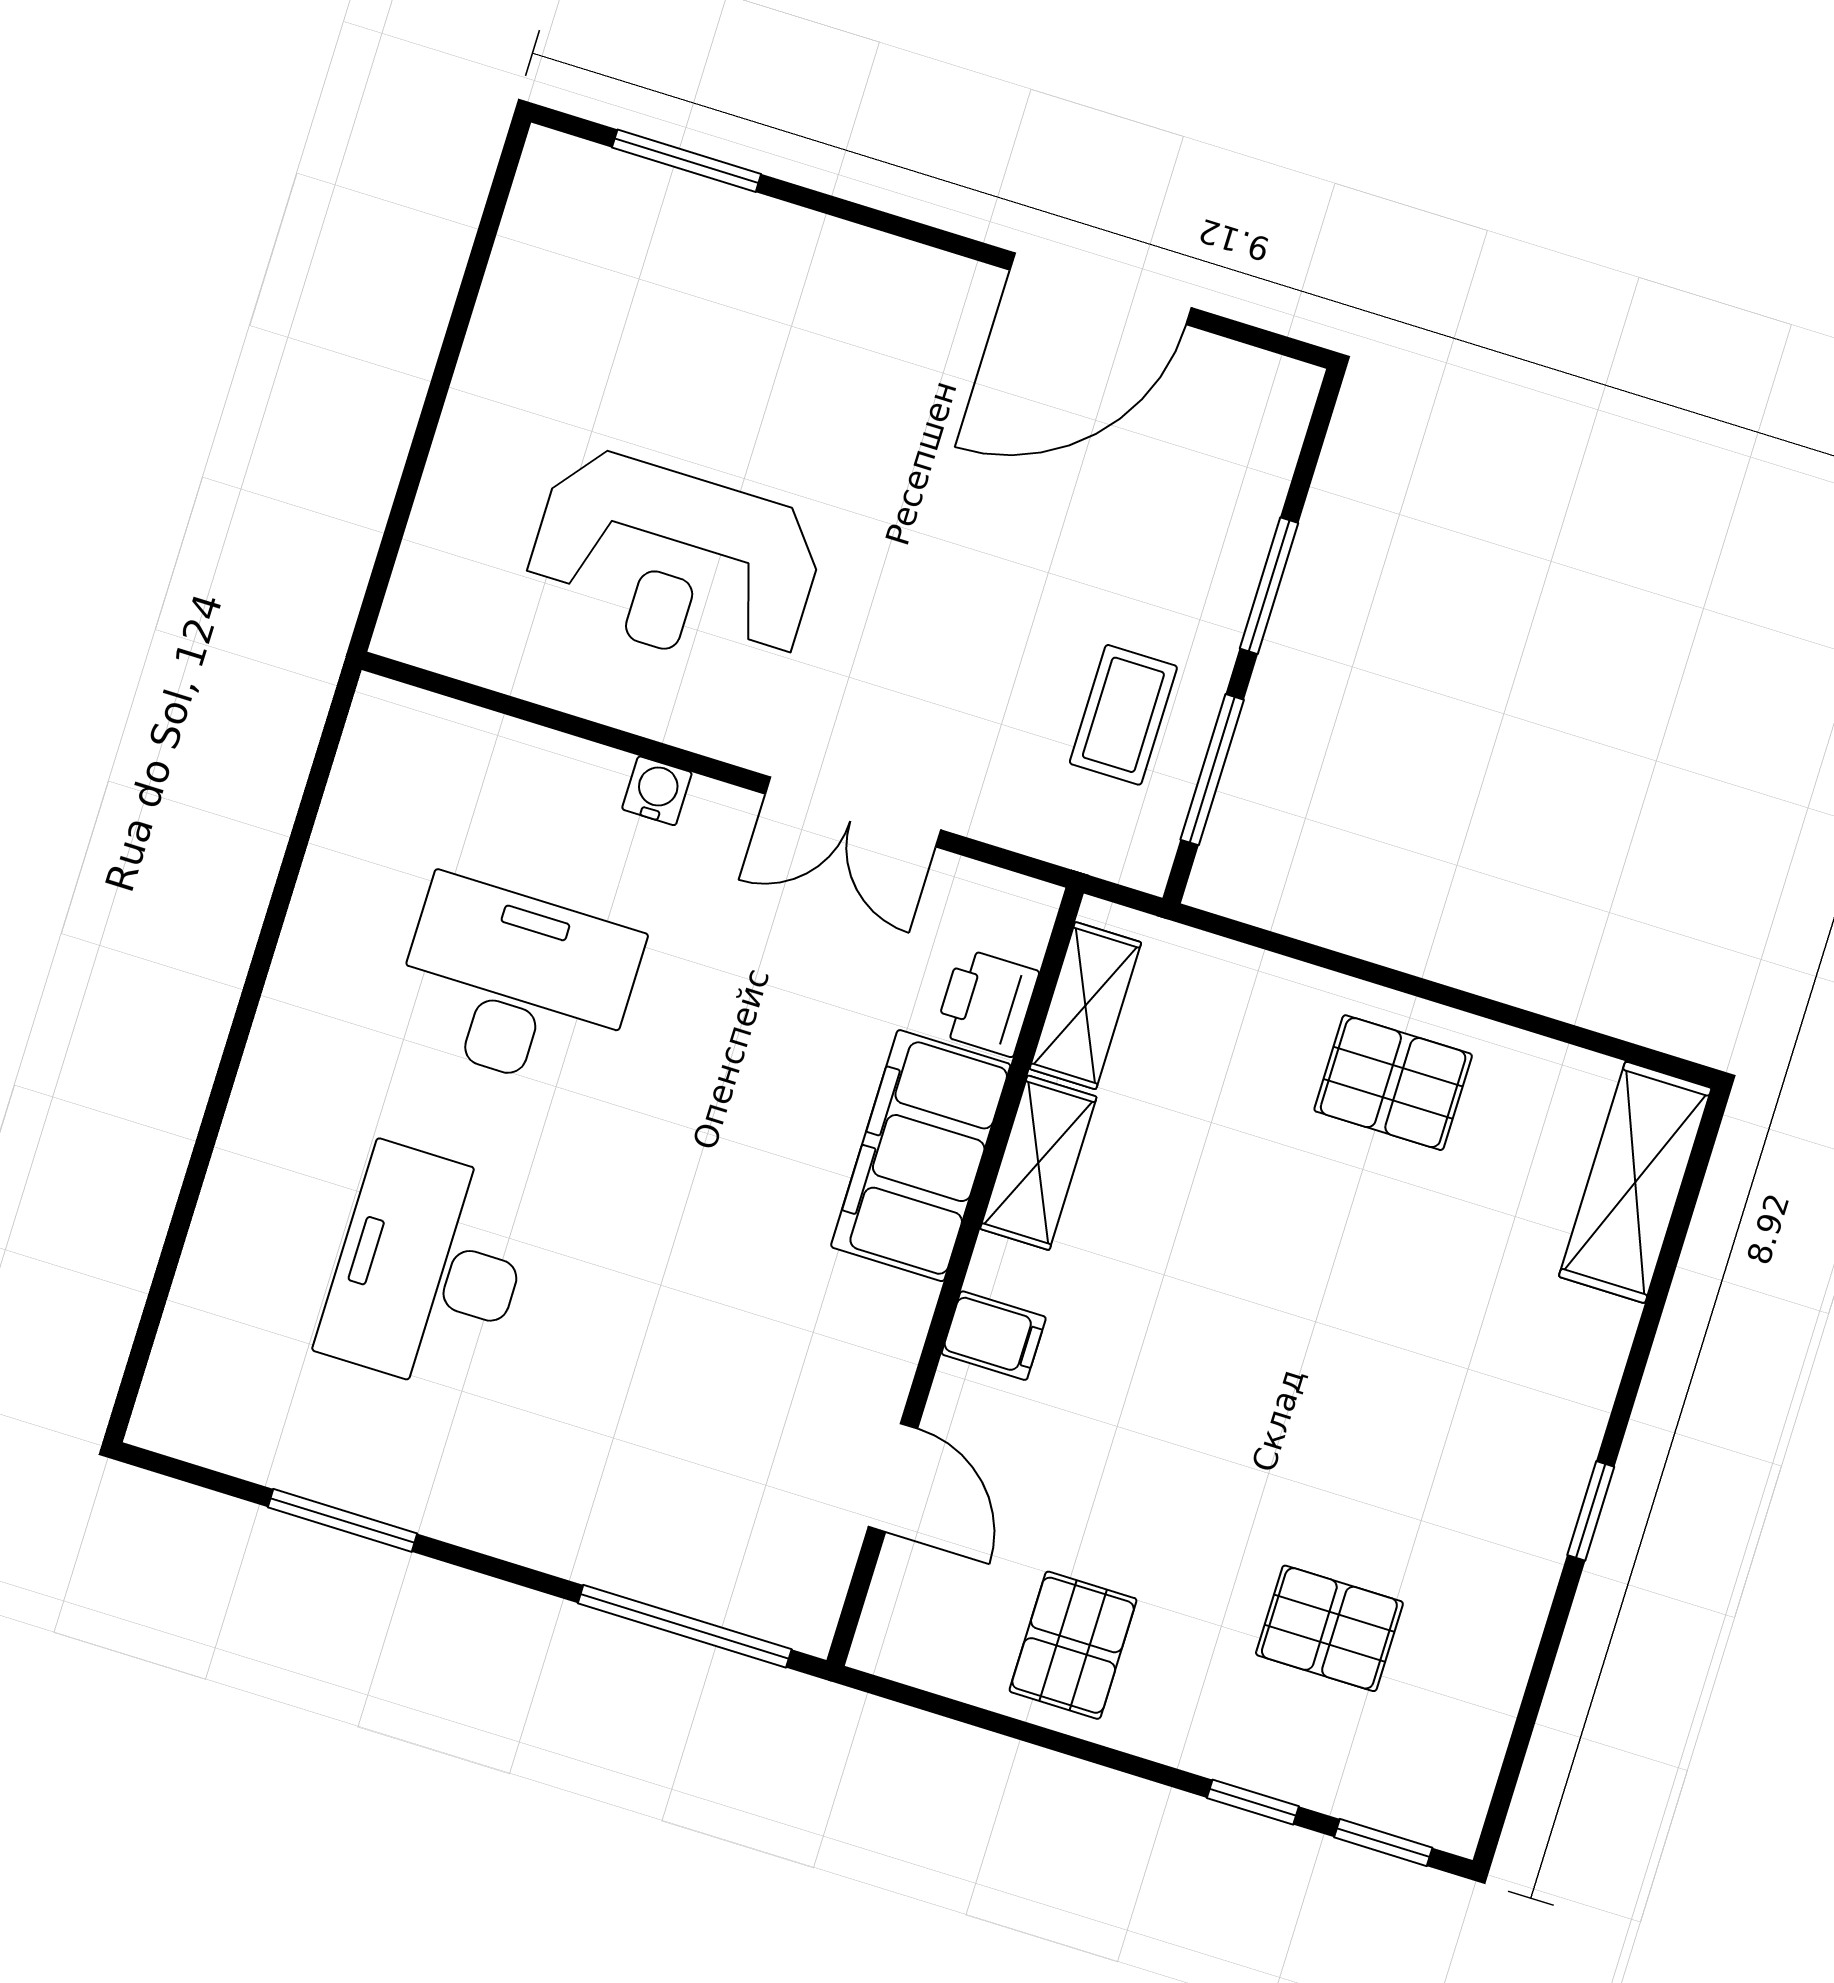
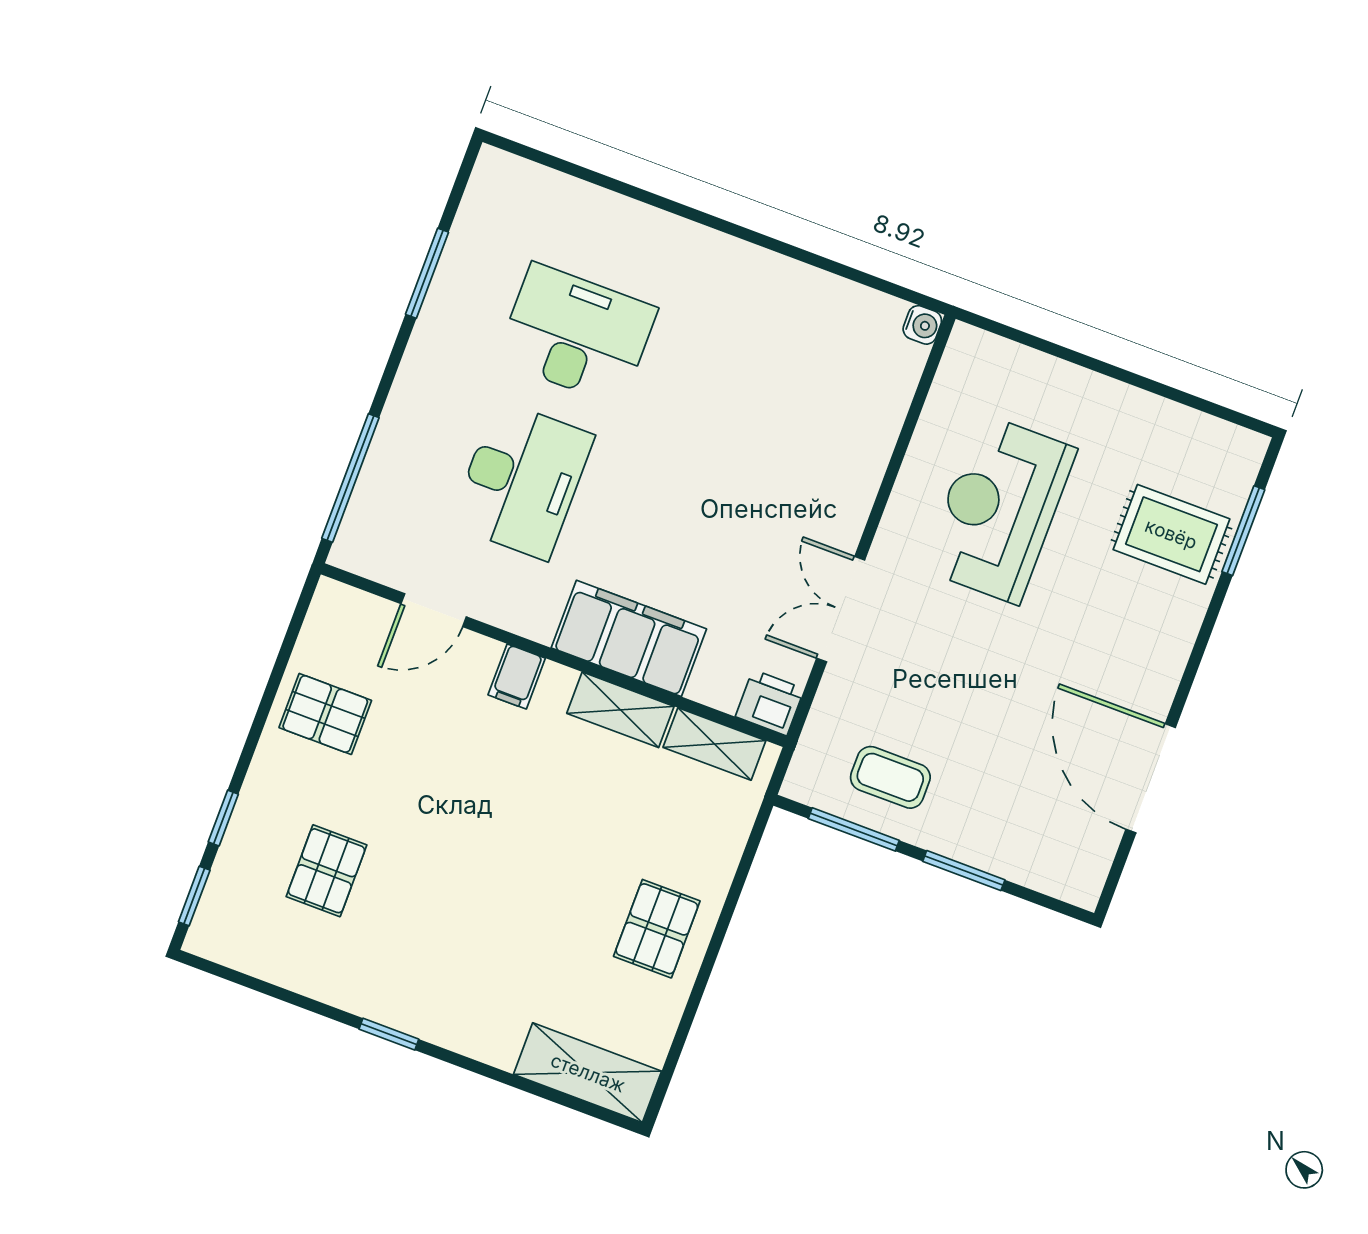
rug: (699, 278) -> (1171, 534), added
water cooler: (657, 791) -> (922, 325), moved
desk: (516, 985) -> (522, 480), moved
printer: (987, 1002) -> (770, 703), moved

